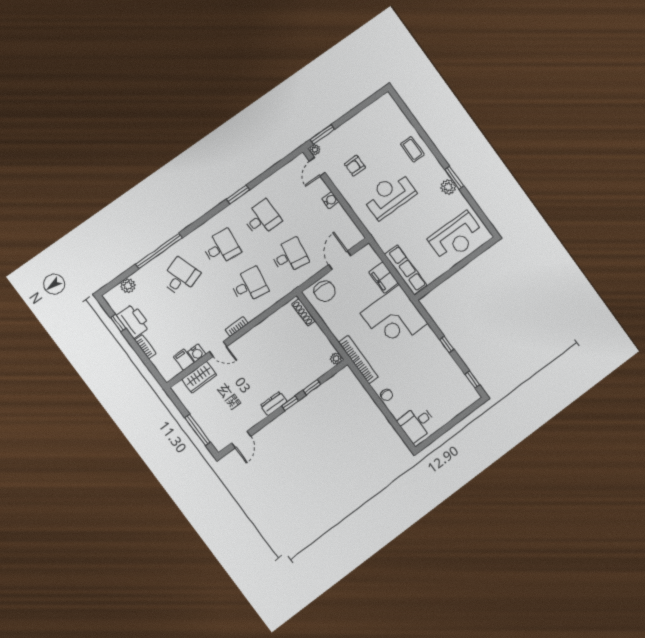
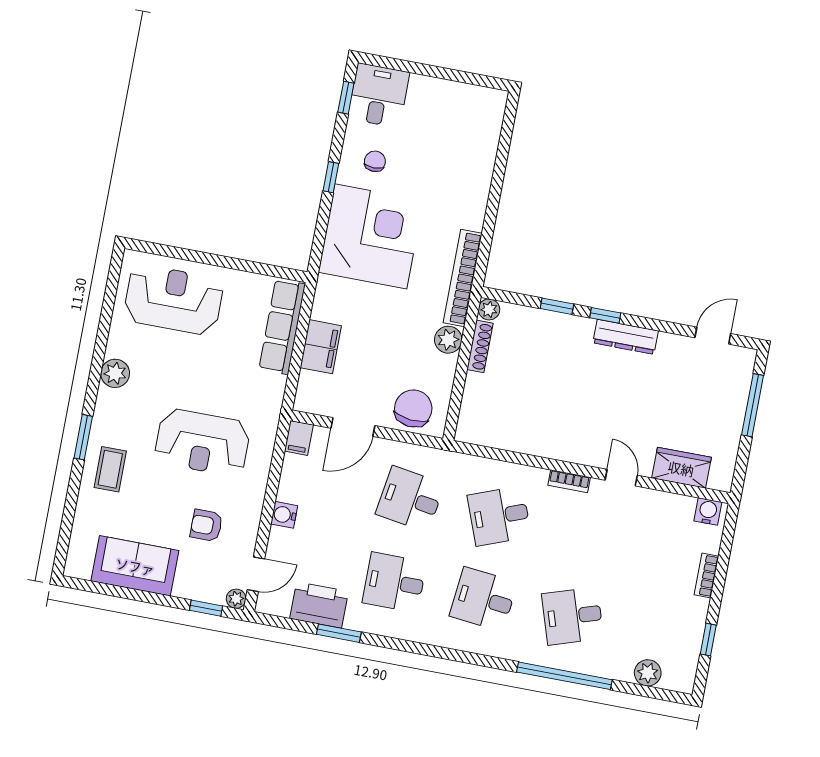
sofa: (365, 123) -> (135, 566), added
window: (322, 134) -> (206, 608), width x0.67
armchair: (355, 166) -> (206, 525), turned 180
window: (454, 178) -> (83, 437), moved
window: (238, 195) -> (339, 633), moved
desk: (249, 285) -> (499, 516), turned -30
shoe rack: (304, 312) -> (480, 346), moved
corner desk: (394, 318) -> (371, 236), moved
printer: (133, 321) -> (319, 605), moved, turned 90
plant: (339, 331) -> (448, 340), added
water cooler: (197, 353) -> (708, 511), moved
filing cabinet: (184, 360) -> (299, 438), moved
chair: (387, 395) -> (375, 161), moved
dresser: (274, 404) -> (626, 337), width x1.44
desk: (417, 423) -> (379, 95), moved, turned -90

